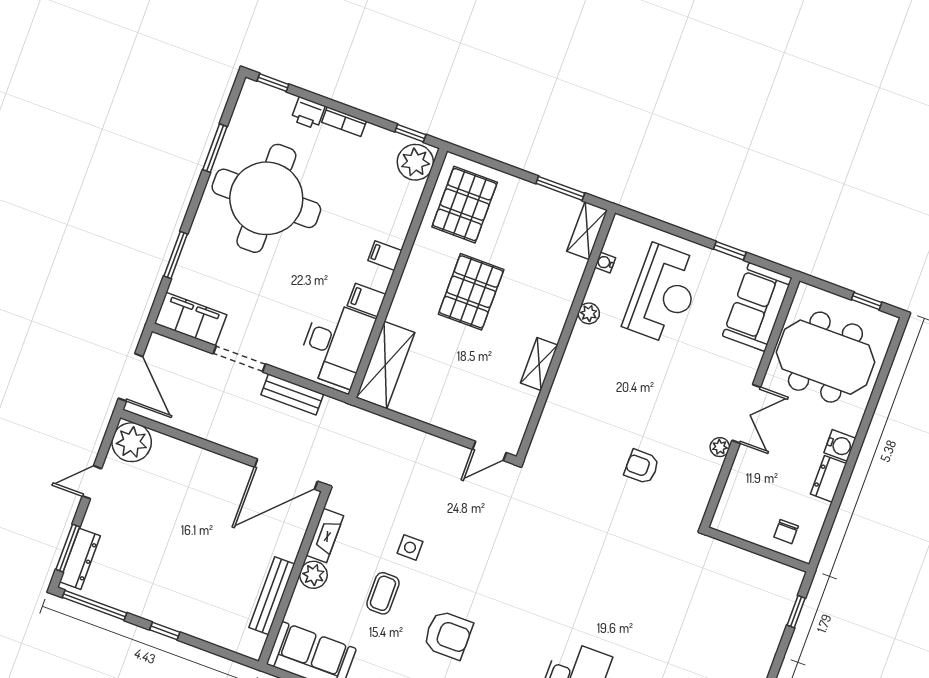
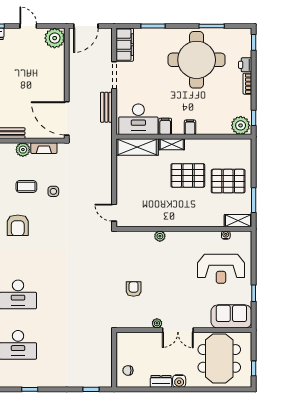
pallet: (465, 205) -> (228, 181), moved
plant: (589, 313) -> (160, 236), moved
shelving: (539, 364) -> (172, 144), moved

